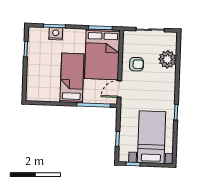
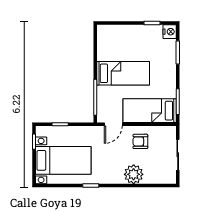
nightstand: (56, 34) -> (170, 32), moved
bed: (102, 54) -> (150, 111), width x0.67
plant: (167, 59) -> (134, 174), moved
armchair: (136, 64) -> (140, 141), turned 90
door: (119, 89) -> (113, 124), swing flipped

